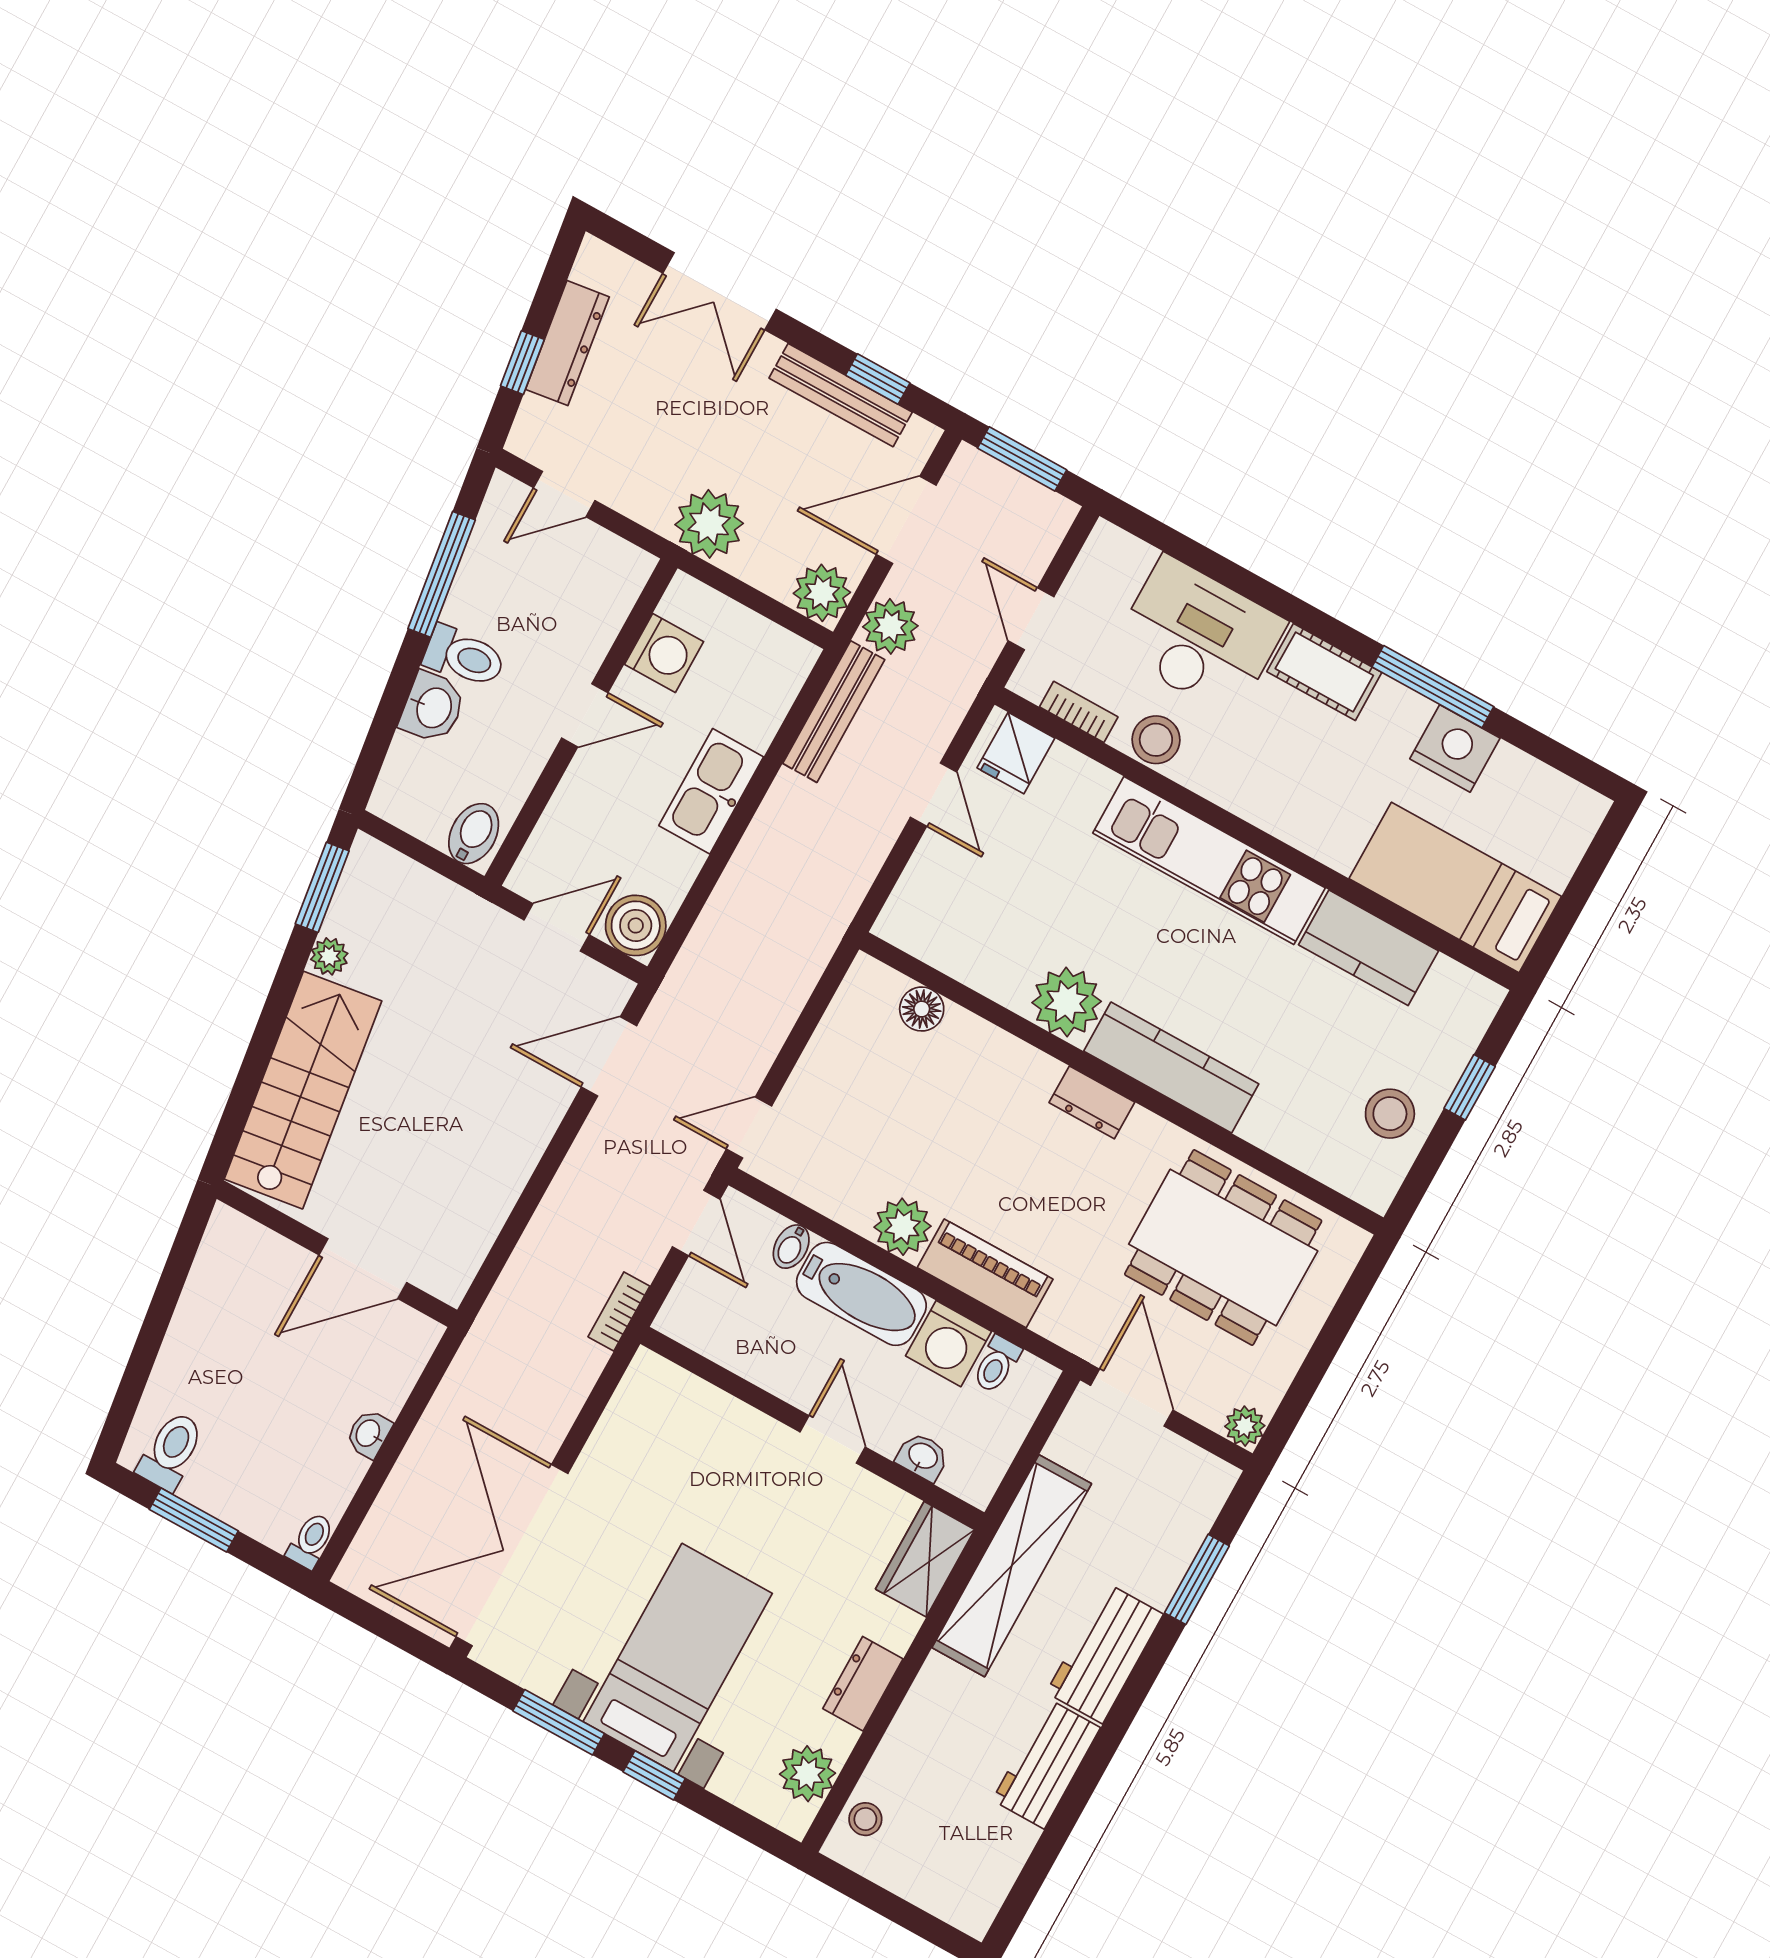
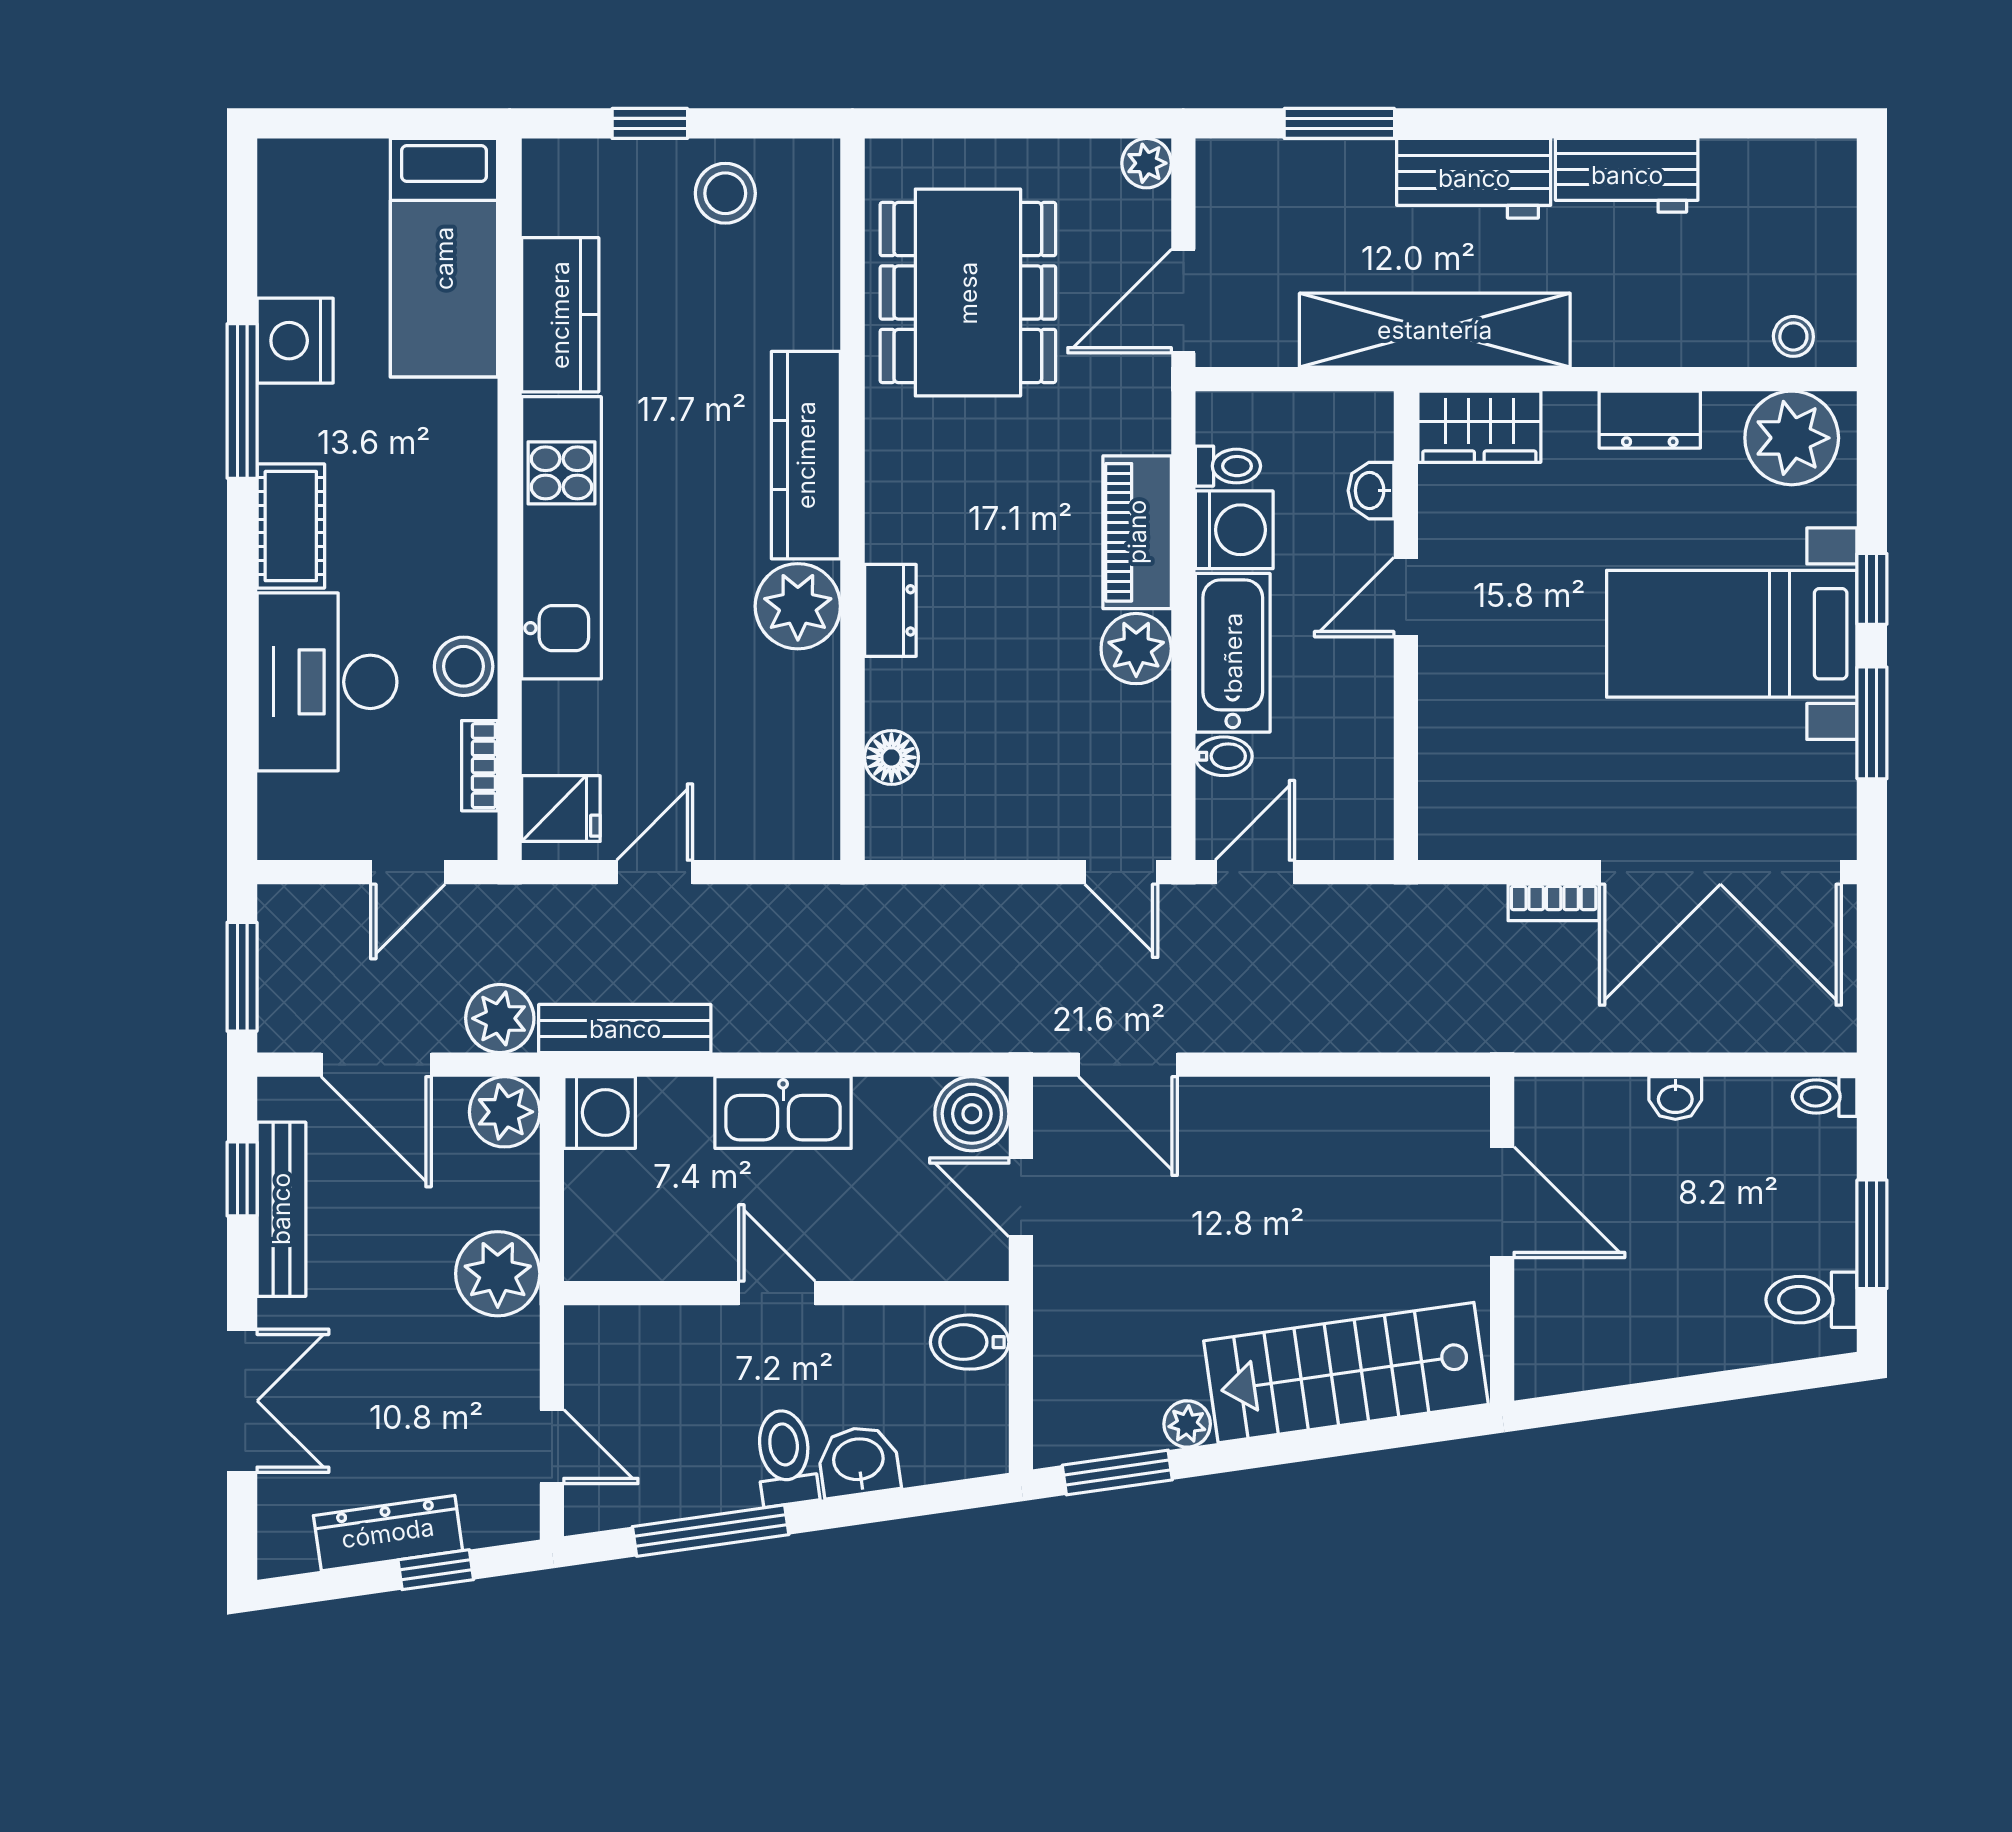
washing machine: (664, 653) -> (600, 1112), moved, turned 90
dresser: (1092, 1102) -> (890, 610), moved
bookcase: (619, 1312) -> (1554, 902), moved
plant: (808, 1774) -> (1792, 438), width x1.36, depth x1.36

